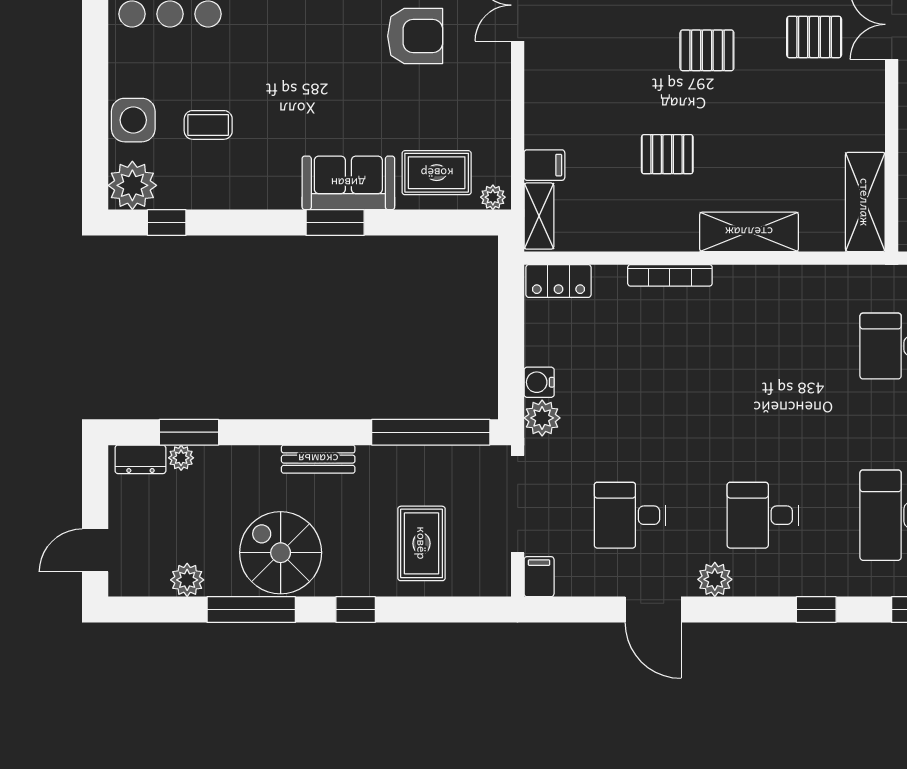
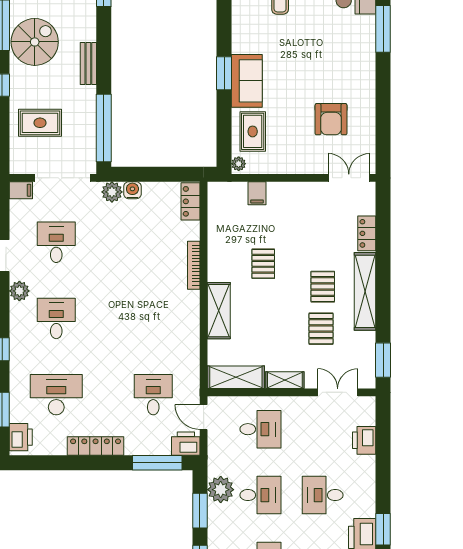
pallet: (814, 37) -> (321, 329), moved
shelving: (539, 216) -> (285, 380), moved

